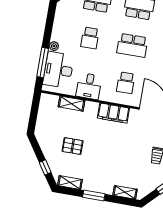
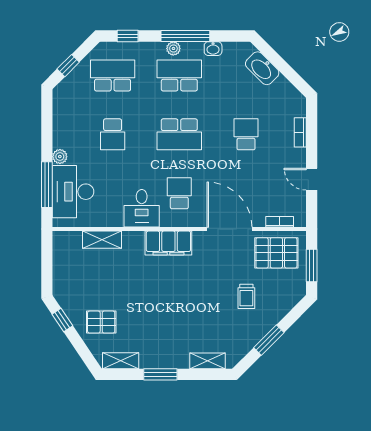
school desk: (126, 83) -> (179, 193), turned 180
desk: (89, 86) -> (142, 208), moved
pallet: (73, 146) -> (101, 322), moved
window: (45, 167) -> (62, 320), moved

